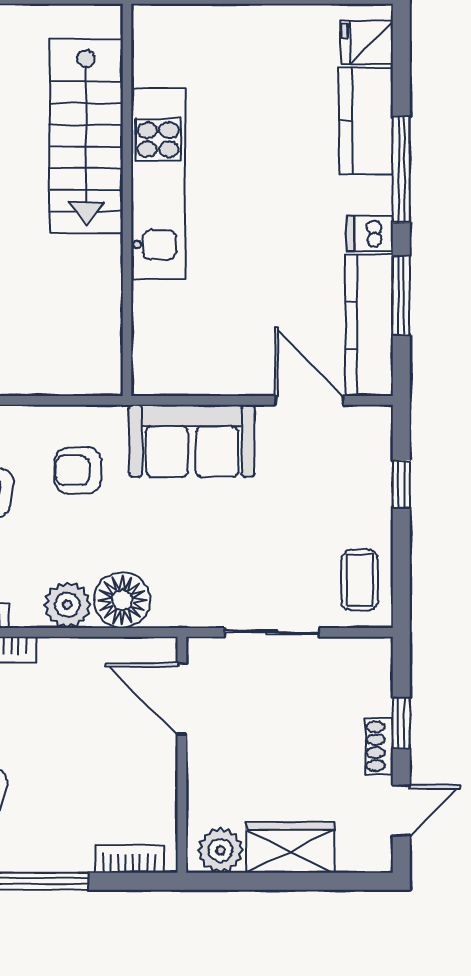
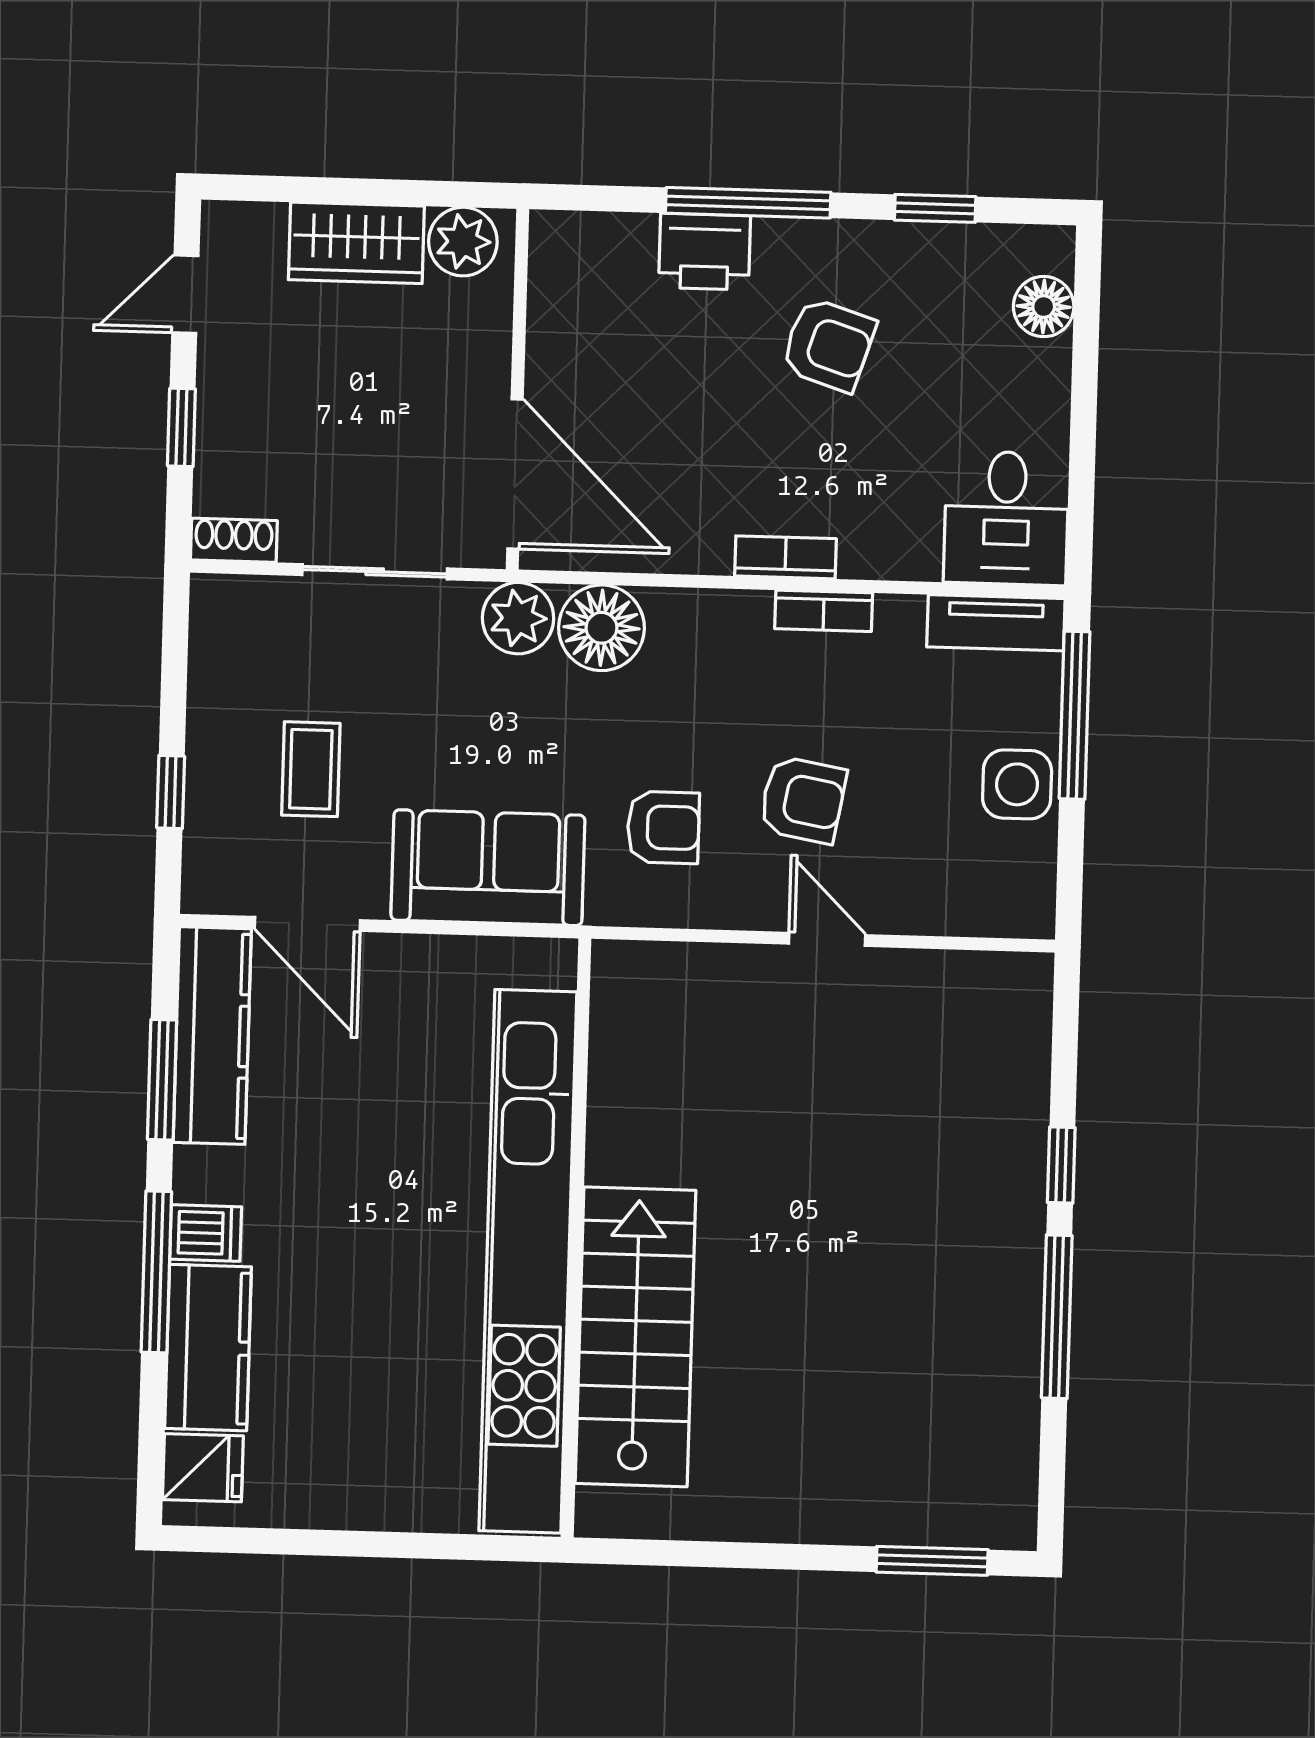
kitchen unit: (158, 184) -> (528, 1261), width x1.86
dishwasher: (370, 233) -> (206, 1233), moved
coffee table: (360, 580) -> (311, 769), moved
plant: (67, 605) -> (518, 618), moved
door: (182, 699) -> (515, 474), width x1.36
shoe rack: (379, 746) -> (234, 540), moved, turned -90
printer: (62, 848) -> (704, 252), added
bookcase: (129, 859) -> (602, 232), removed

